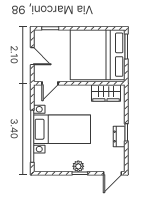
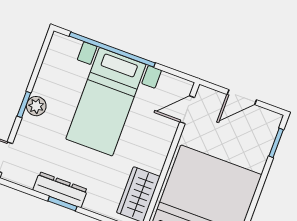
door: (50, 83) -> (187, 110), hinge flipped
dresser: (119, 136) -> (60, 190), width x1.44

